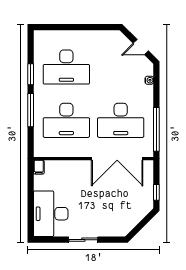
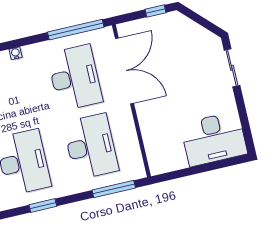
window: (31, 110) -> (114, 189), moved
filing cabinet: (39, 167) -> (158, 168), removed
sliding door: (83, 240) -> (232, 68), moved

